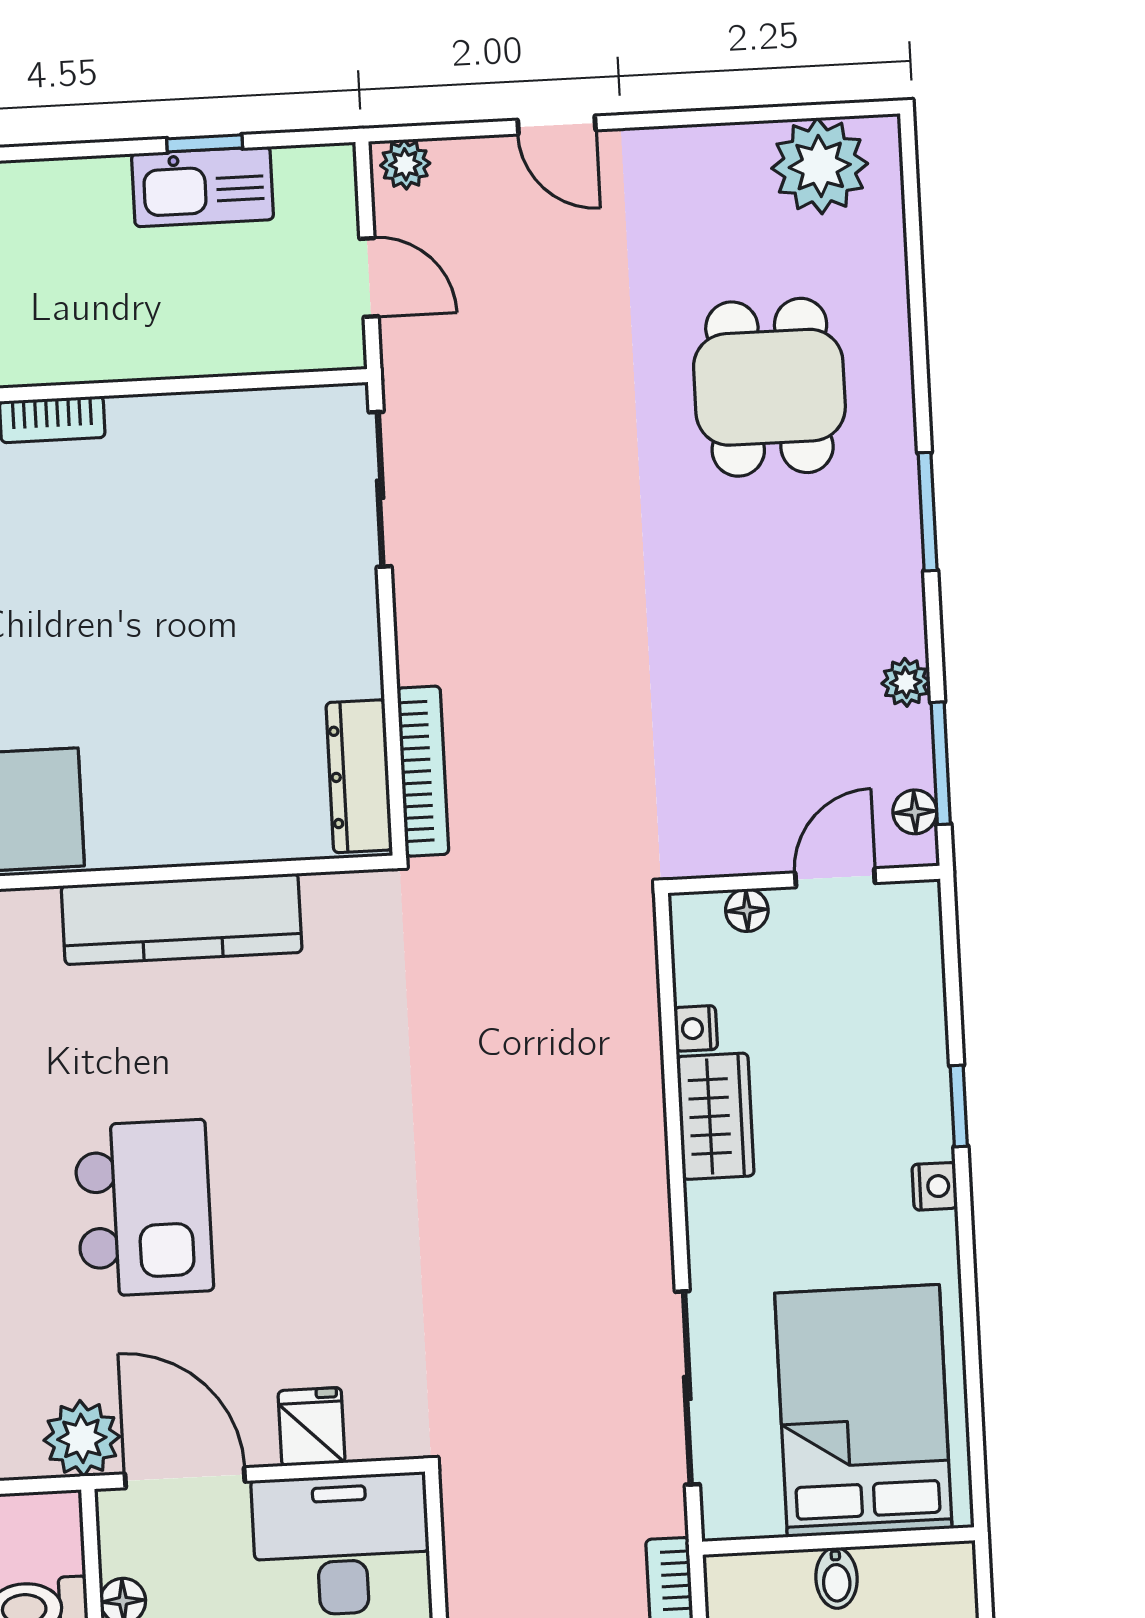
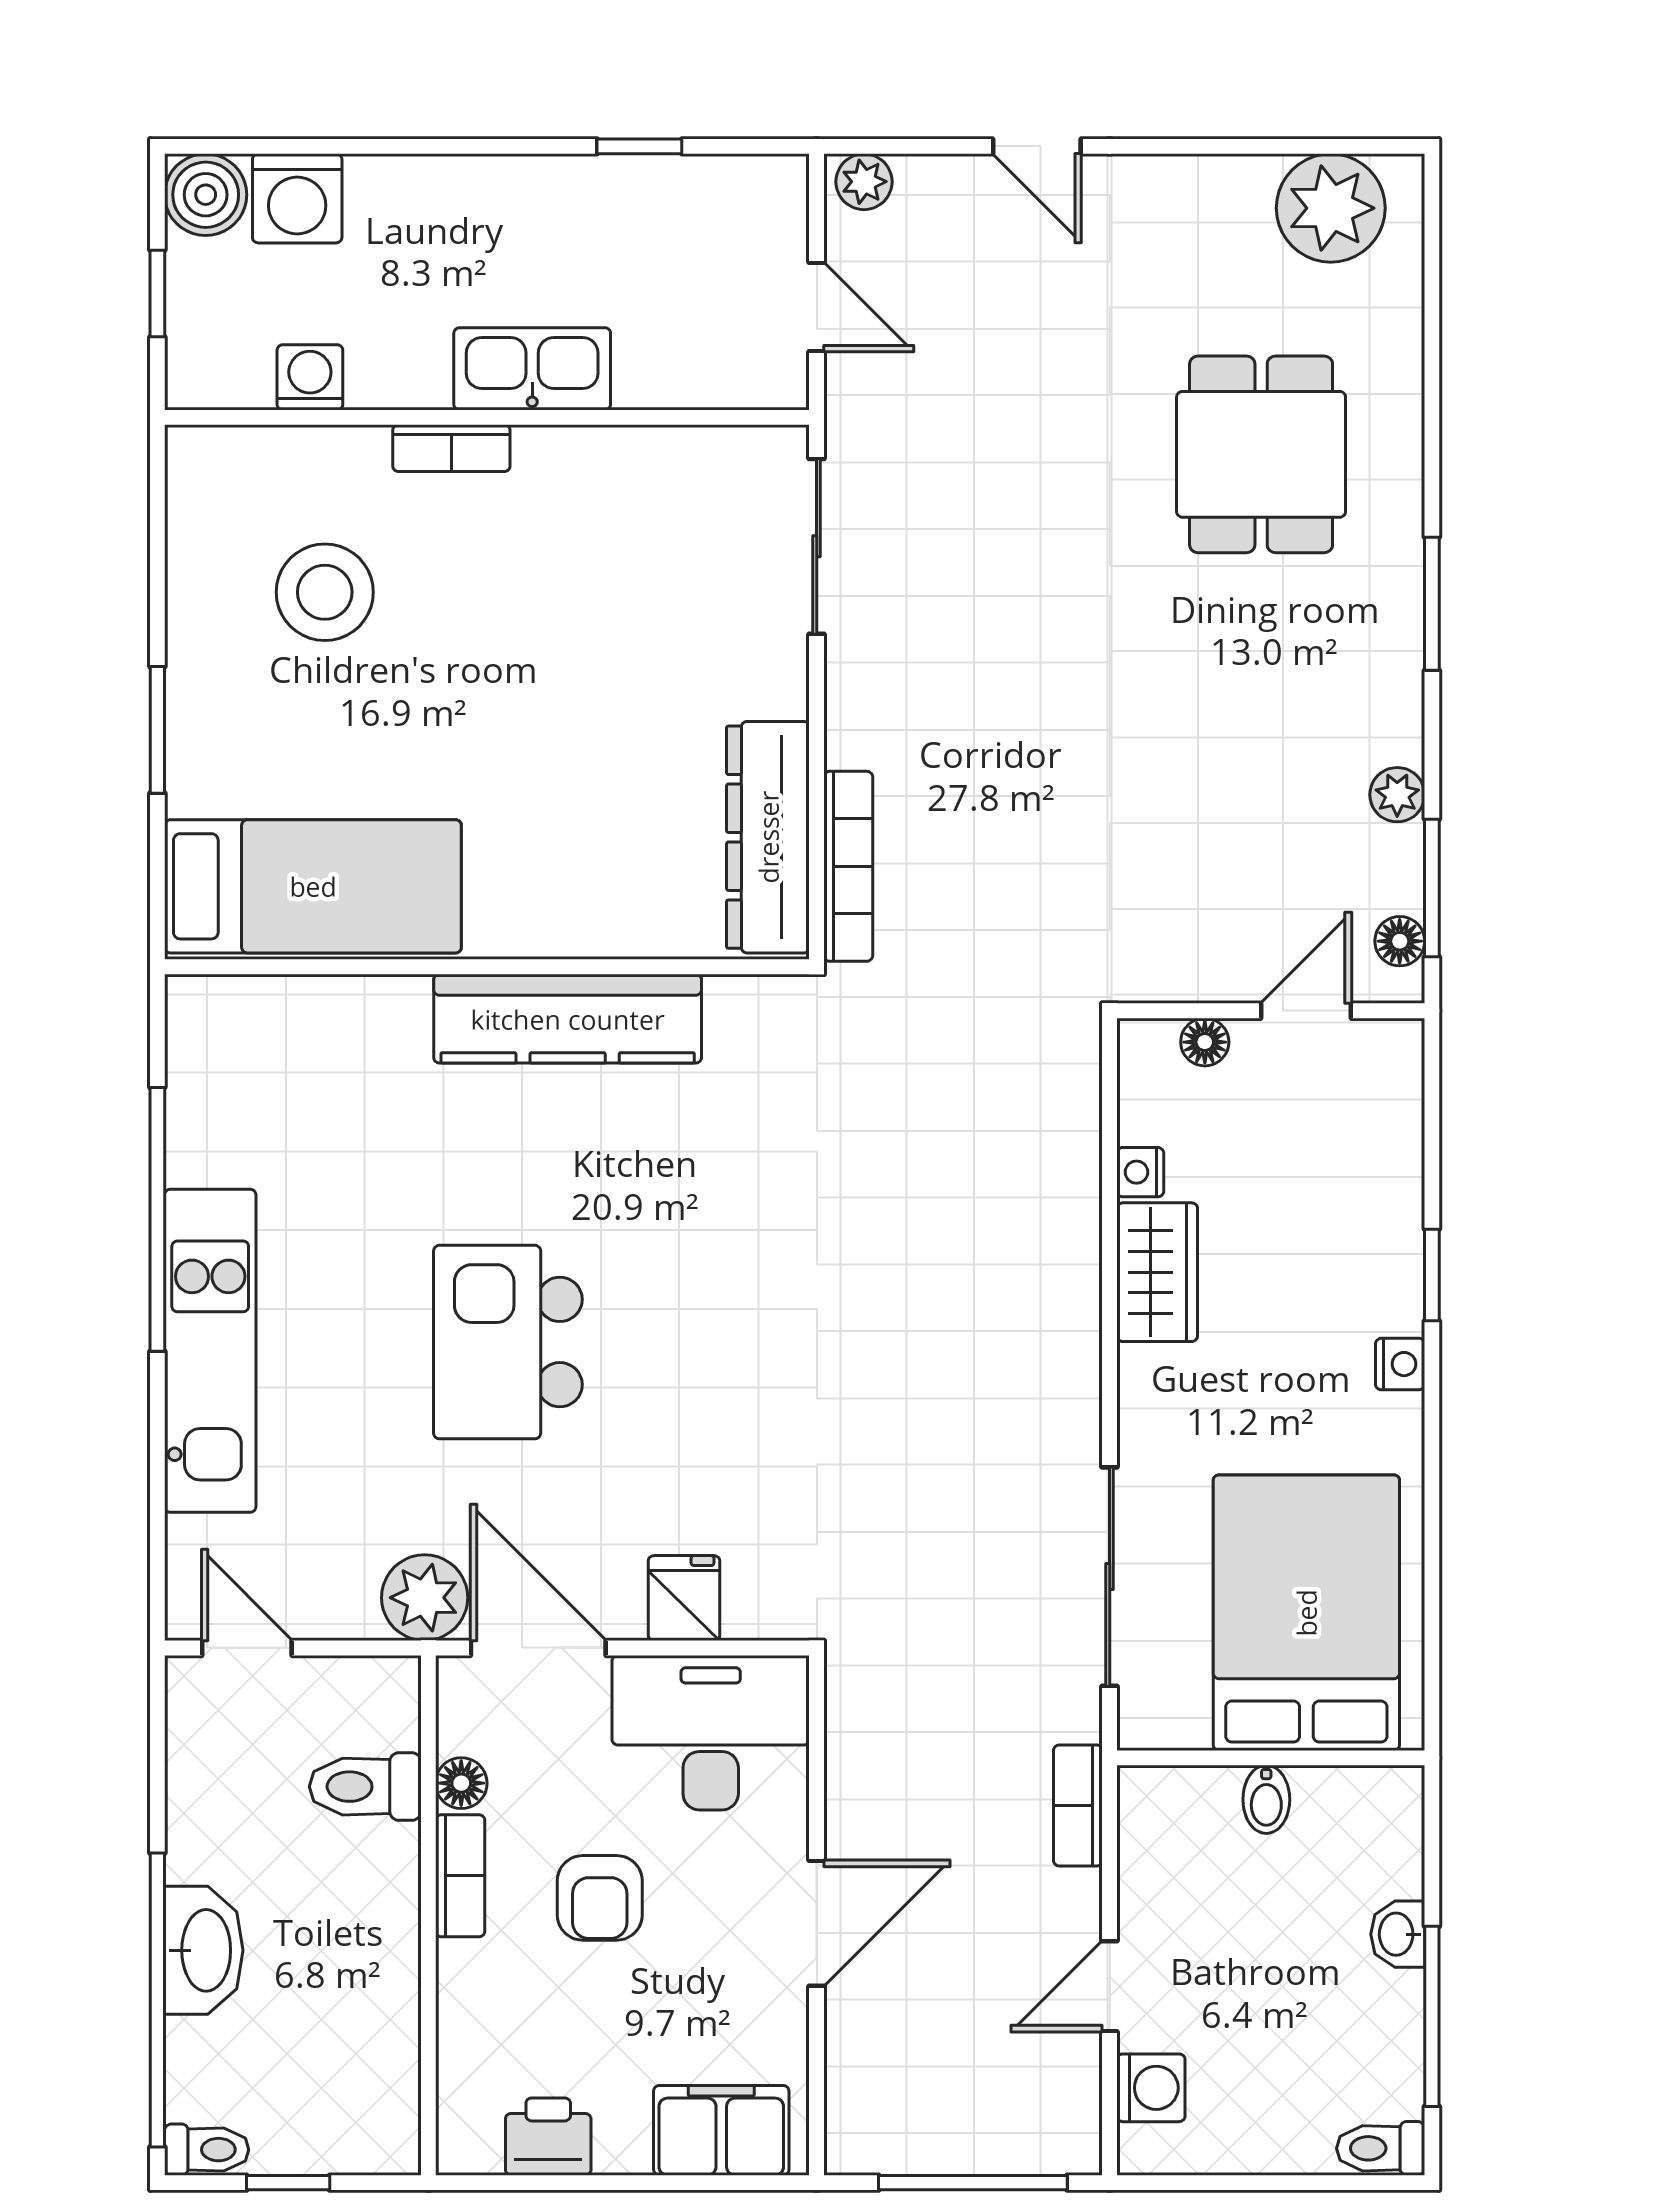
kitchen sink: (203, 187) -> (532, 369), moved, turned 180
dresser: (359, 776) -> (768, 837), width x1.37, depth x1.24
kitchen island: (144, 1208) -> (508, 1342), turned 180

